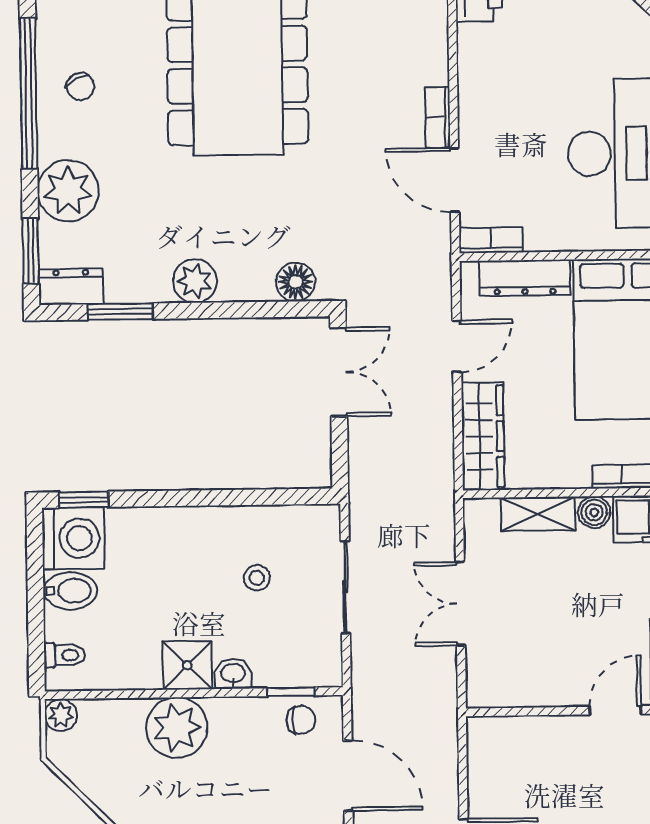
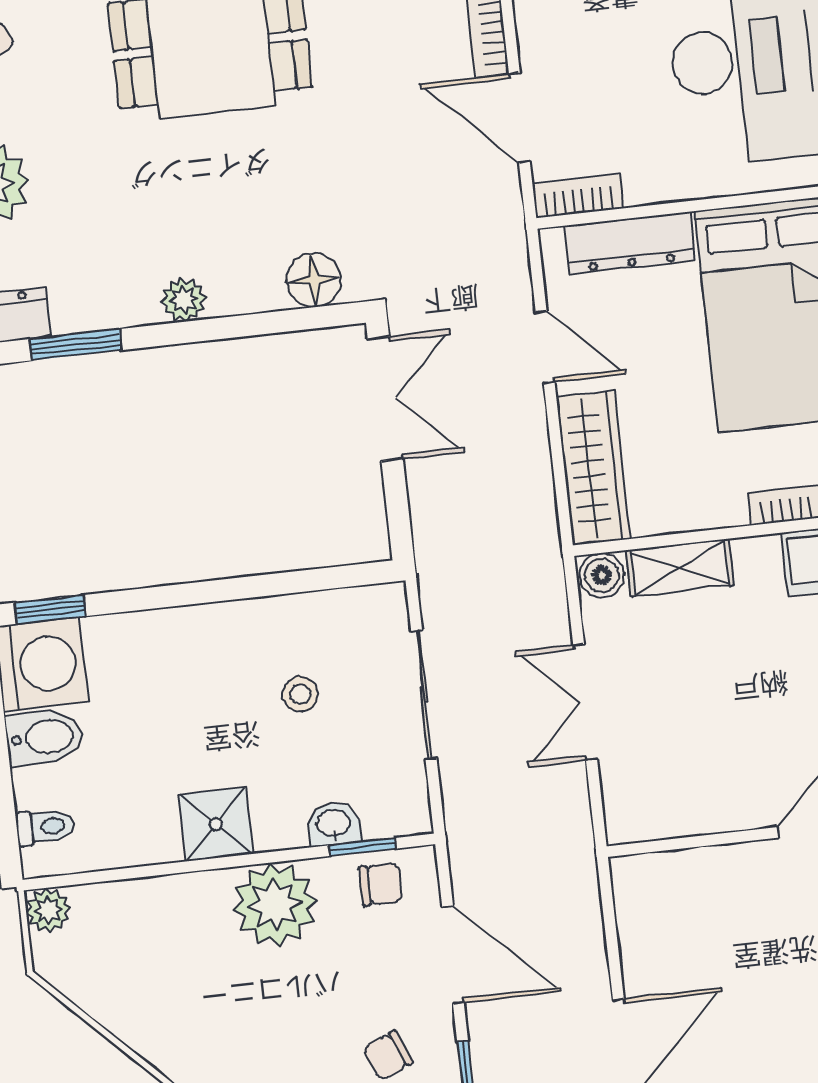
plant: (195, 281) -> (184, 300), width x0.73, depth x0.73
door: (457, 346) -> (545, 347), hinge flipped
boiler: (594, 512) -> (602, 575), moved
washbasin: (233, 674) -> (334, 824), moved
plant: (177, 728) -> (275, 905), moved

